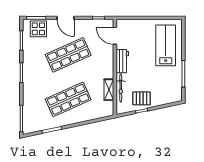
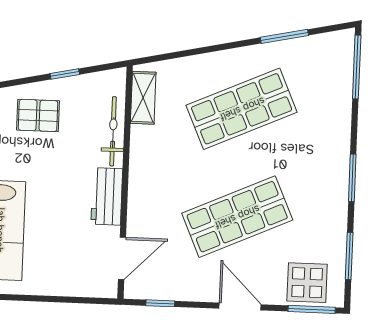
door: (115, 36) -> (122, 258), hinge flipped
shelving: (109, 90) -> (143, 98), moved
pallet: (142, 98) -> (38, 115), moved

